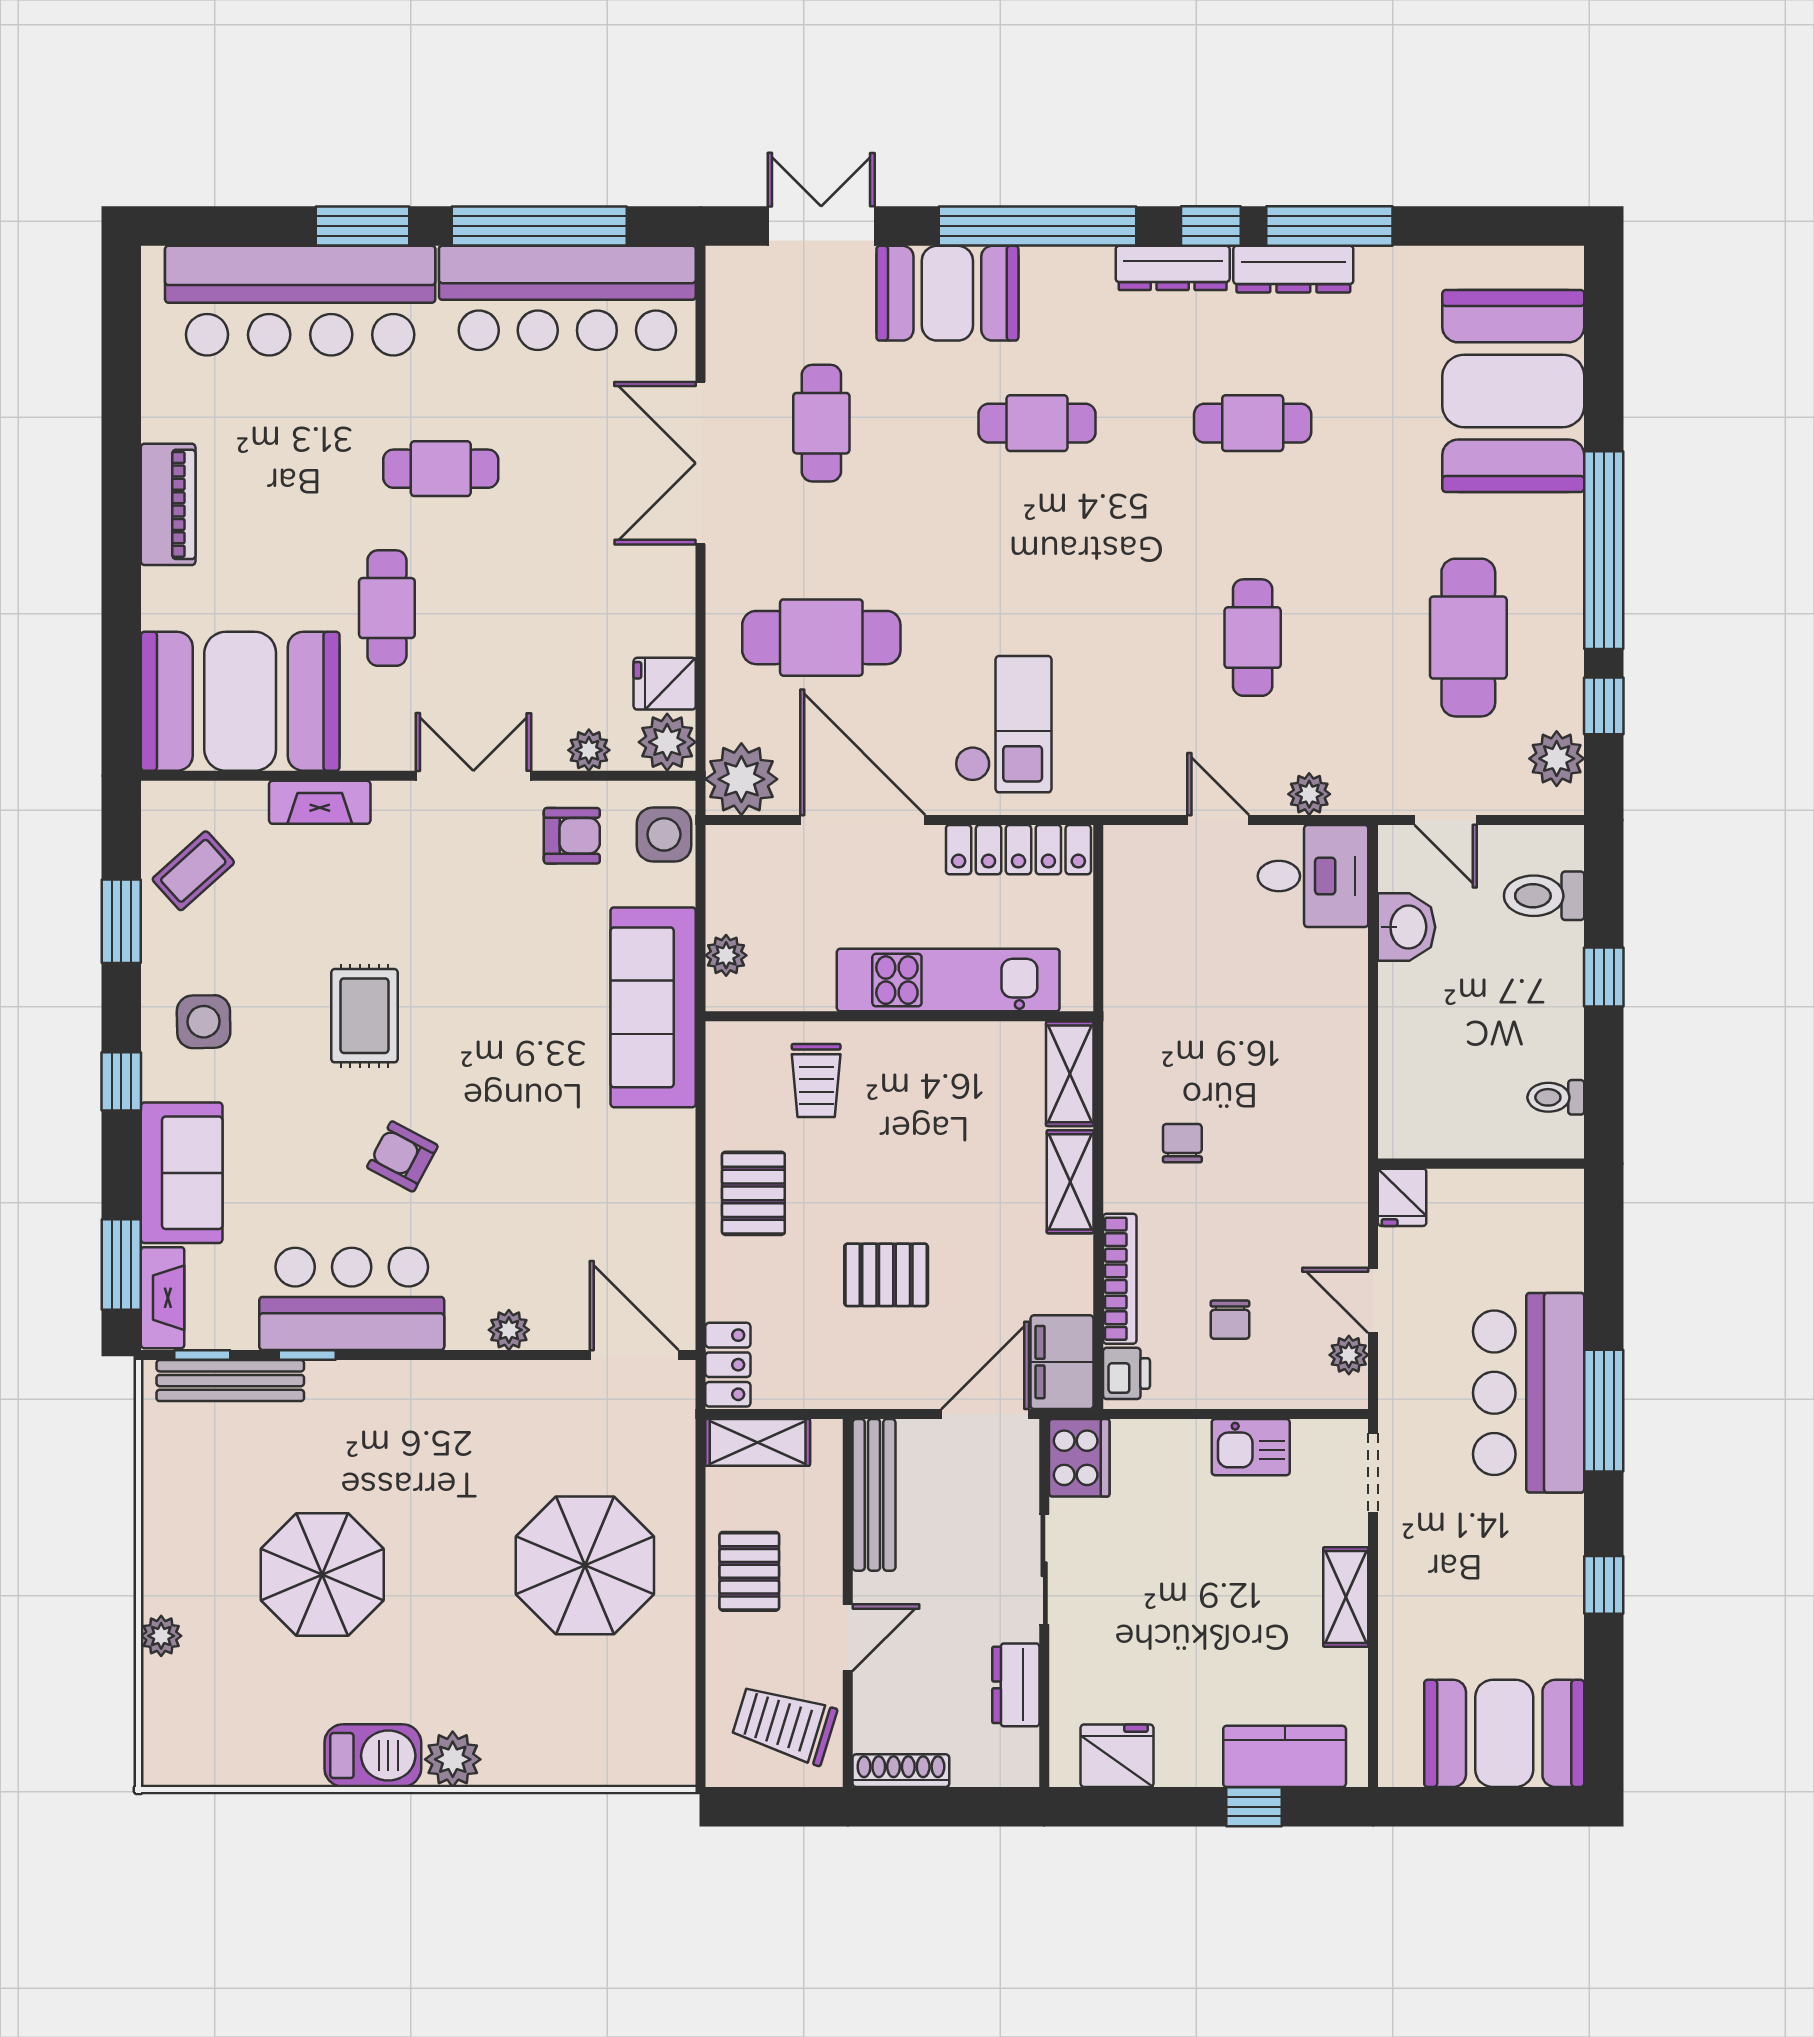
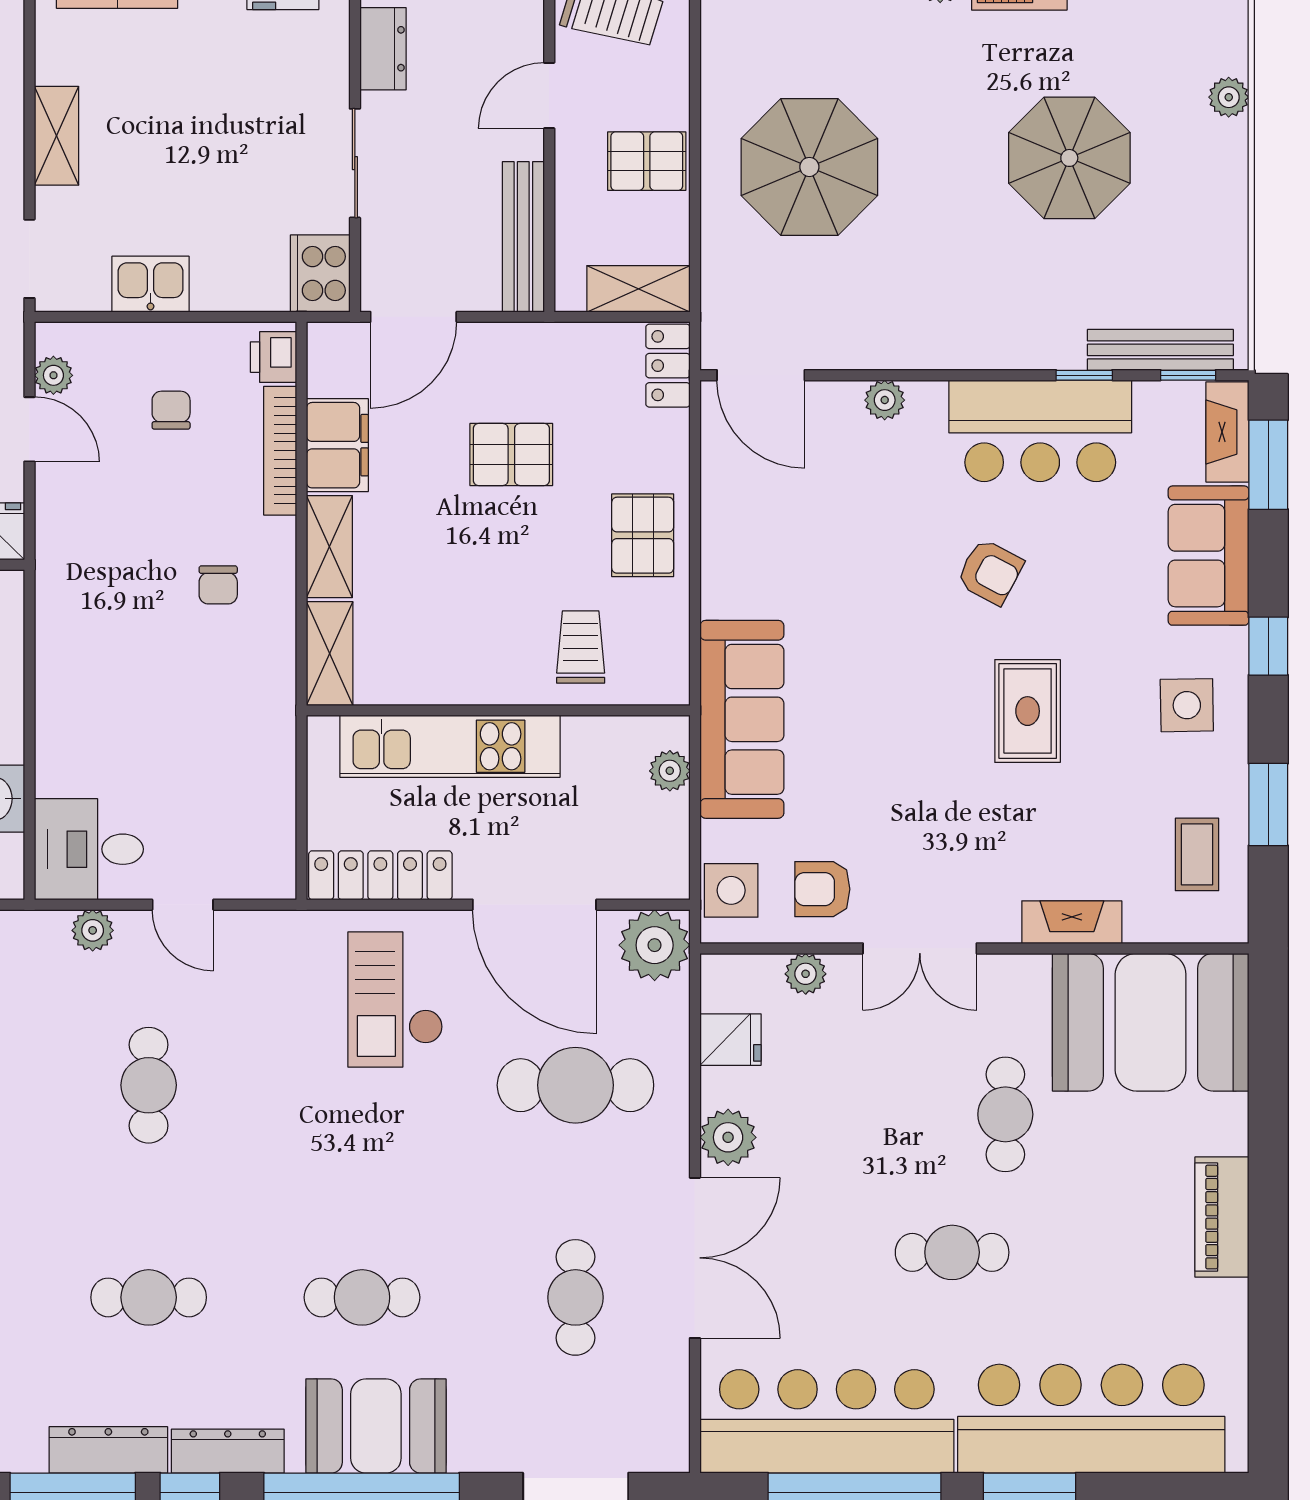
booth: (947, 293) -> (376, 1426), moved
plant: (667, 742) -> (728, 1137), moved
coffee table: (193, 871) -> (1197, 854), turned -48
filing cabinet: (1062, 1362) -> (337, 445), moved
pallet: (749, 1571) -> (647, 161), turned 90

